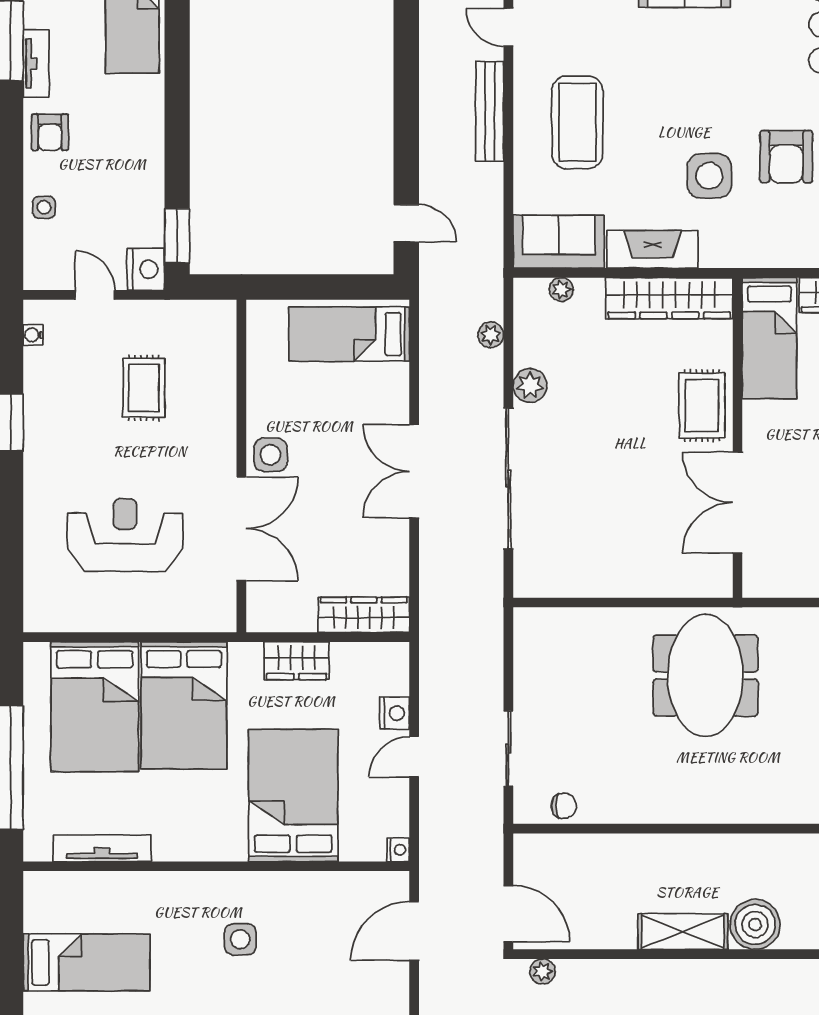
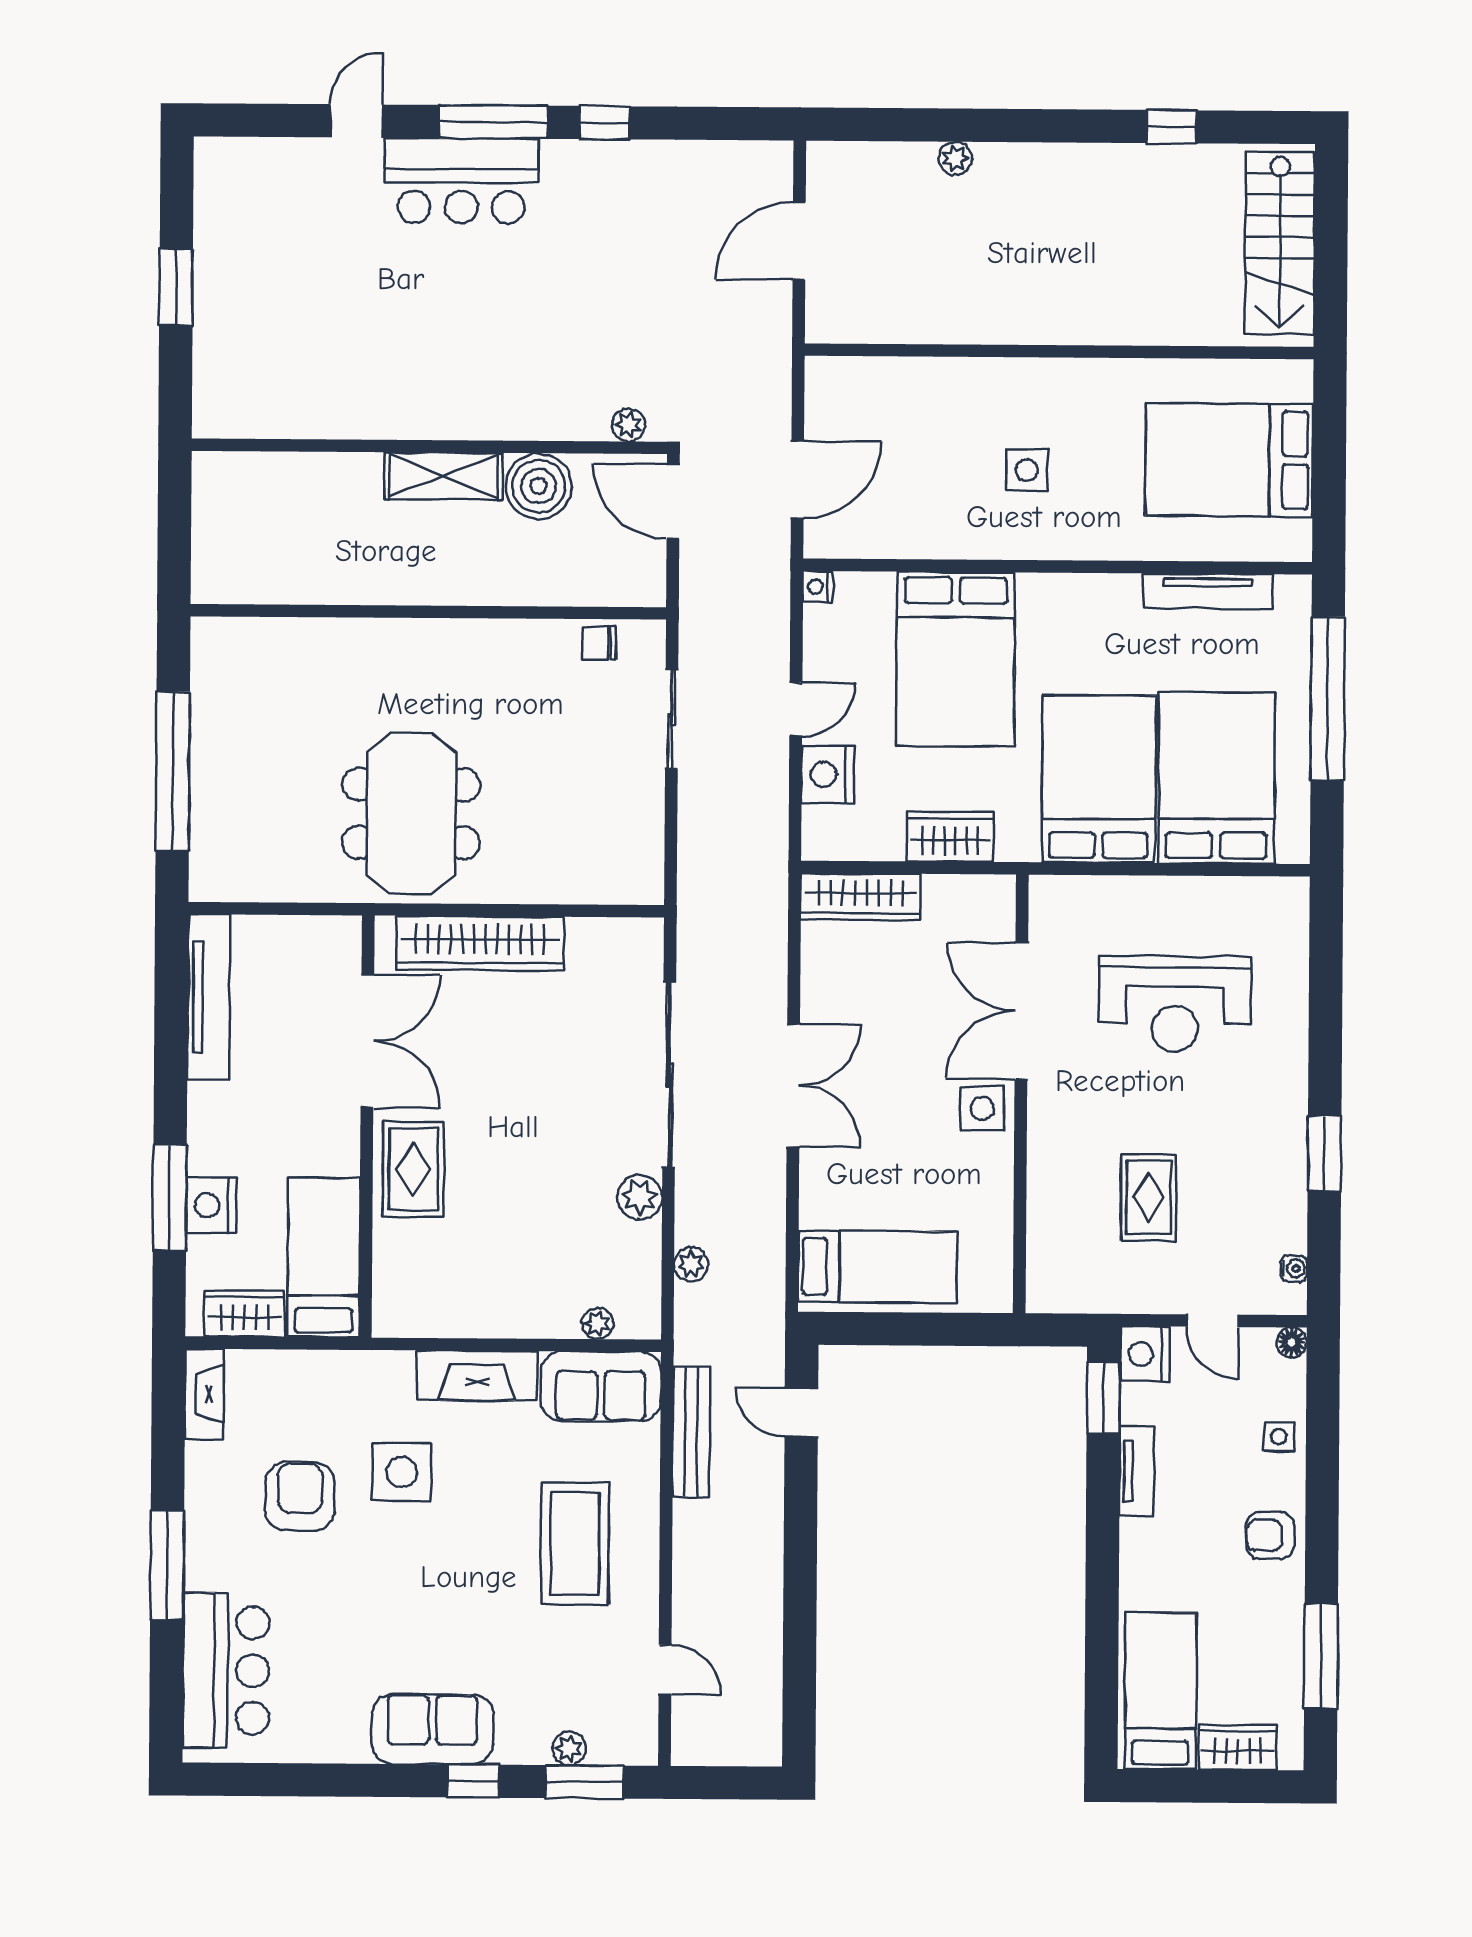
tv unit: (36, 64) -> (1137, 1471), moved, turned 180
bench: (490, 111) -> (691, 1432), moved
armchair: (50, 132) -> (1270, 1535), turned -90
floor lamp: (35, 279) -> (1292, 1342), added
wardrobe: (669, 298) -> (480, 943), moved, turned 180
nightstand: (394, 713) -> (828, 774), width x1.36, depth x1.33
boiler: (755, 924) -> (539, 486), moved
bed: (87, 962) -> (1229, 460), width x1.50

